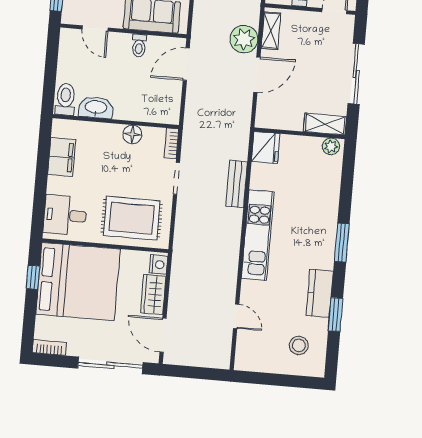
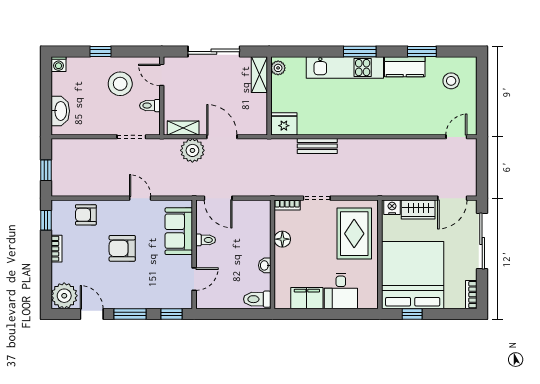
washbasin: (96, 108) -> (265, 265), width x0.52, depth x0.69
desk: (65, 215) -> (341, 291), moved
kitchen unit: (258, 235) -> (345, 68), moved, turned 180
door: (236, 316) -> (456, 137), moved

